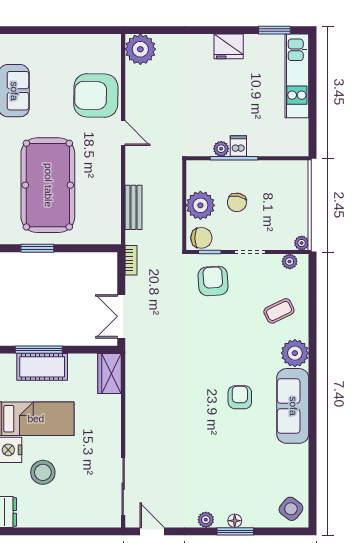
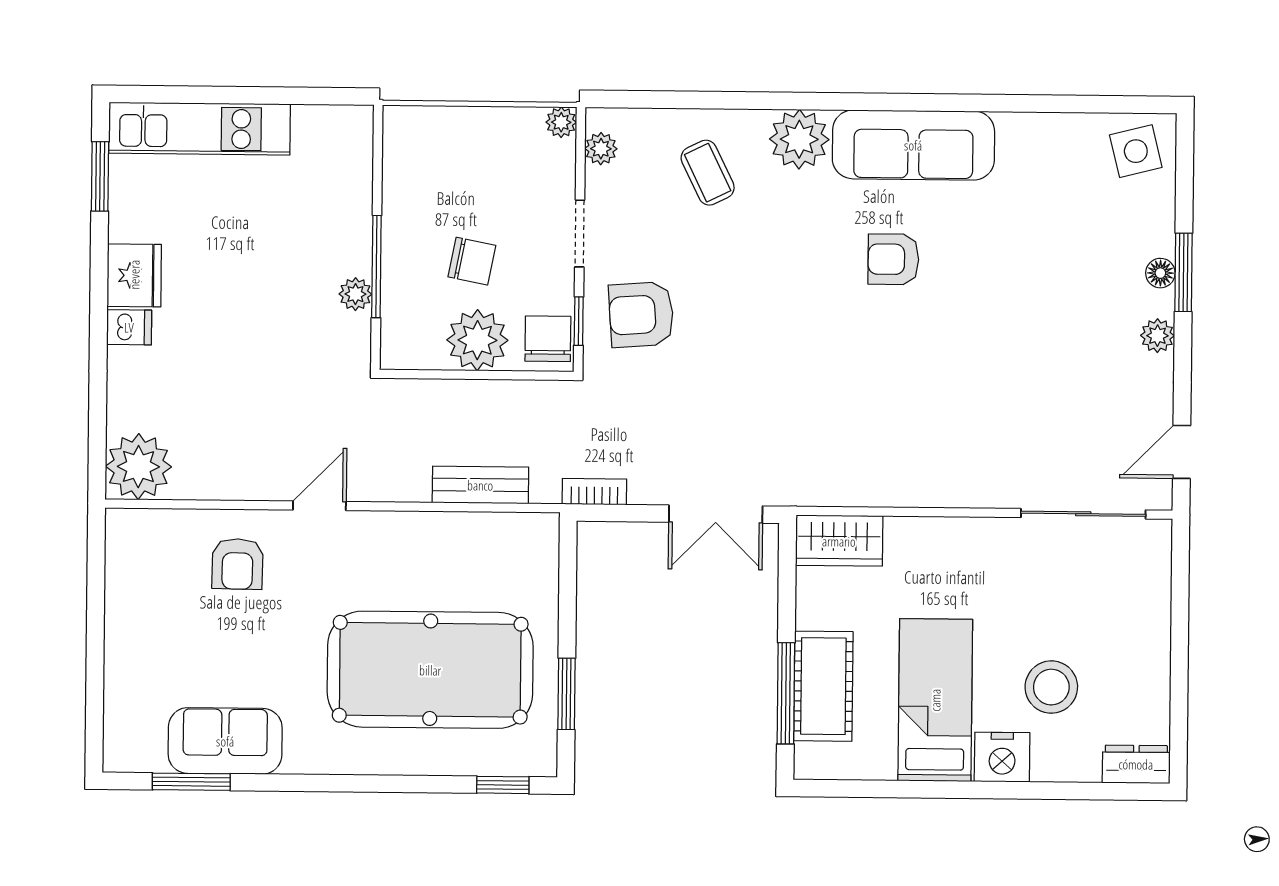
armchair: (96, 95) -> (237, 564), width x0.53, depth x0.53
dishwasher: (238, 146) -> (129, 327), moved, turned 180
side table: (291, 509) -> (1136, 151), turned 37

